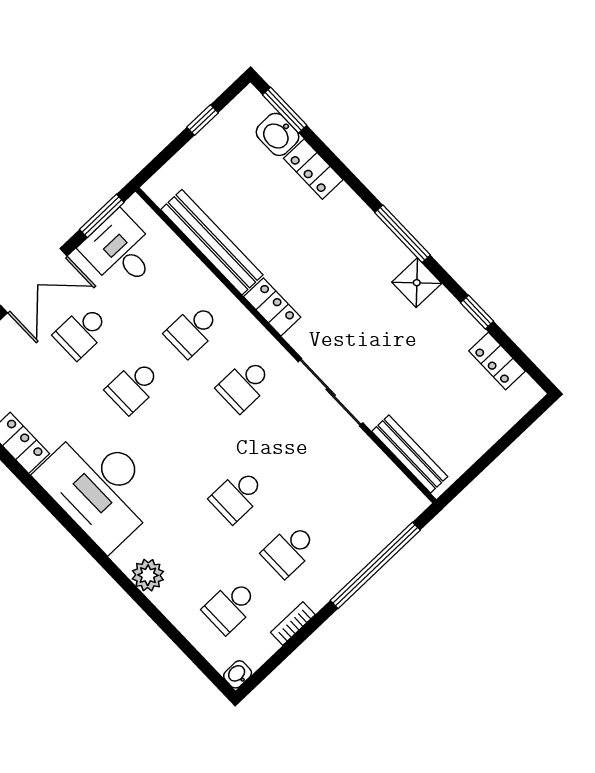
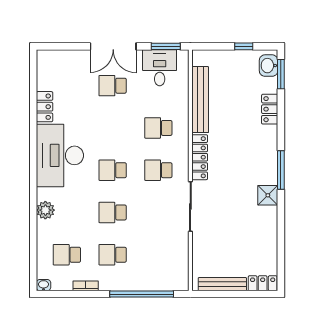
washbasin: (278, 134) -> (269, 66), moved
locker: (272, 307) -> (200, 157), width x1.53
window: (477, 312) -> (281, 231), removed
locker: (497, 361) -> (263, 283), moved, turned 90
school desk: (134, 387) -> (113, 170), moved
bench: (410, 454) -> (222, 284), moved, turned 90

